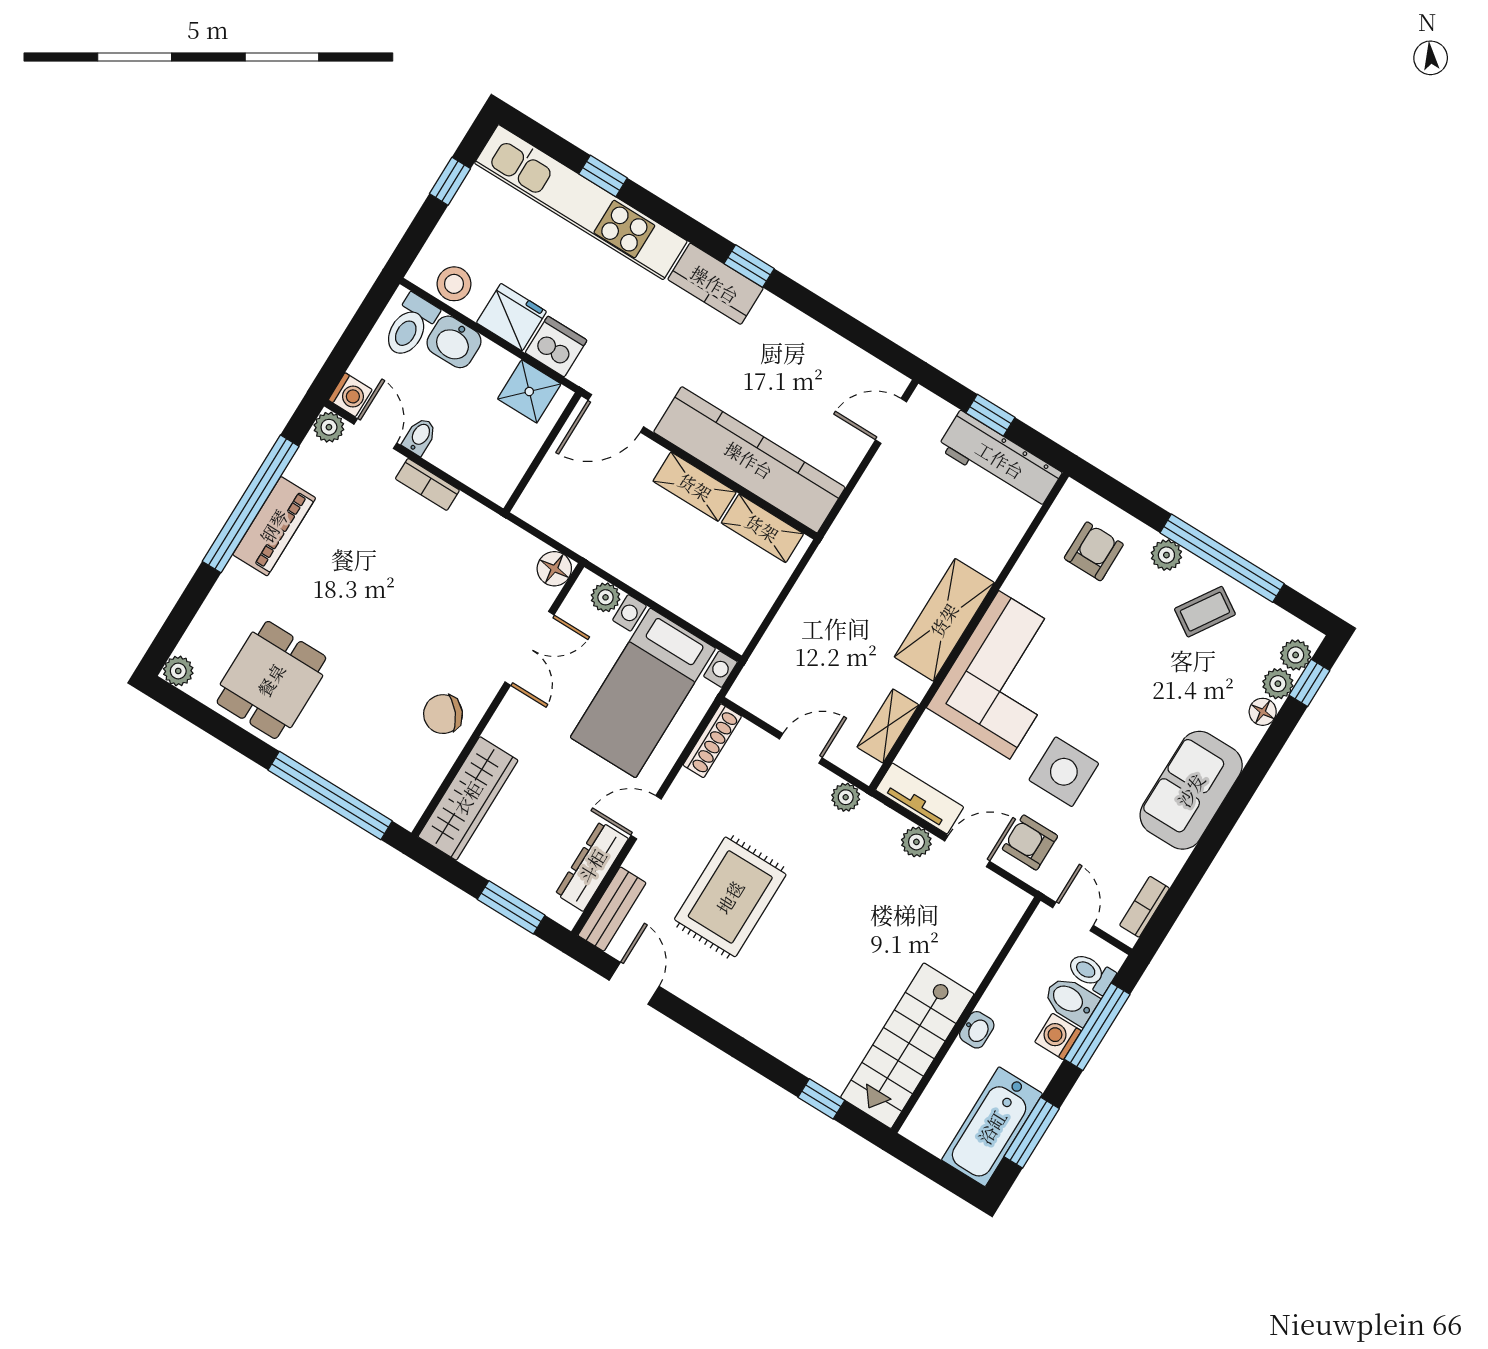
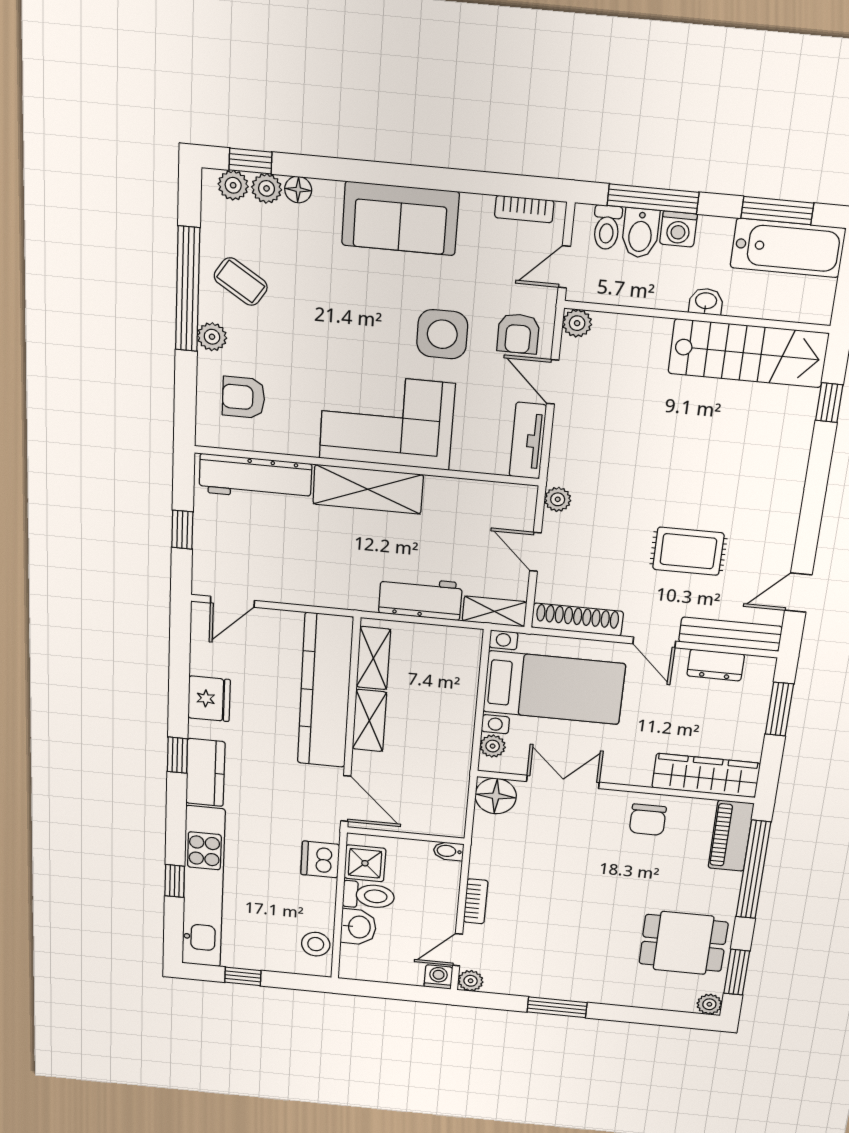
fridge: (512, 317) -> (209, 699), moved, turned 180
toilet: (410, 326) -> (369, 896), moved
door: (891, 421) -> (232, 602), hinge flipped
bidet: (420, 436) -> (449, 851), moved
workbench: (1000, 460) -> (255, 478), moved, turned 90
window: (251, 504) -> (557, 1007), width x0.47
piano: (274, 526) -> (731, 836), moved, turned -90
floor lamp: (554, 569) -> (496, 796), width x1.38, depth x1.38
workbench: (806, 610) -> (420, 598), added
chair: (443, 714) -> (648, 820), turned 39
window: (207, 719) -> (737, 972), added
shelving: (888, 726) -> (494, 611), moved
shoe rack: (712, 741) -> (577, 620), width x1.36, depth x1.24
plant: (916, 842) -> (577, 323), moved
dresser: (592, 866) -> (716, 665), width x0.70
rug: (730, 897) -> (688, 551), width x0.73, depth x0.70
bench: (612, 909) -> (730, 634), width x1.36

